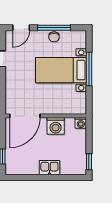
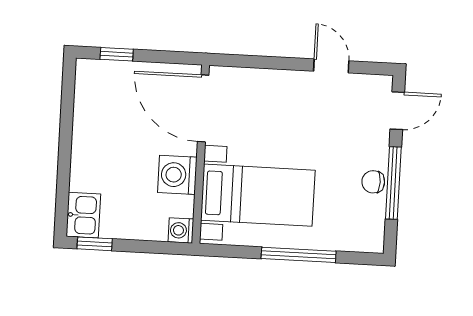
door: (21, 28) -> (397, 111), swing flipped
bed with nightstands: (61, 70) -> (258, 195), moved, turned 90
kitchen sink: (49, 168) -> (83, 215), moved

